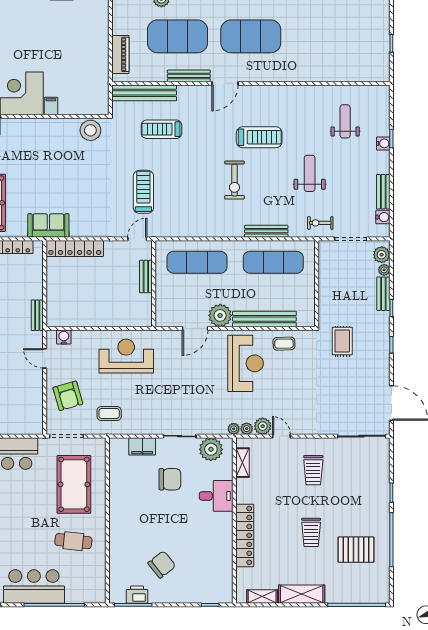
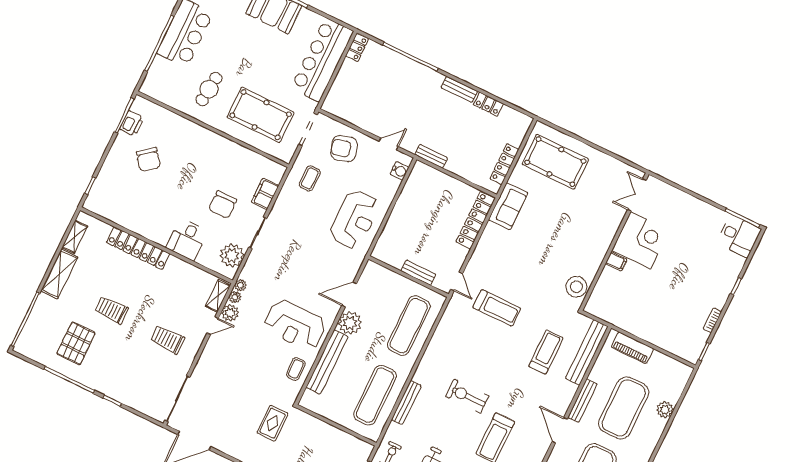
door: (195, 328) -> (349, 294), hinge flipped
rug: (342, 341) -> (272, 423), turned 90
shelving: (243, 463) -> (218, 296), moved, turned 90

